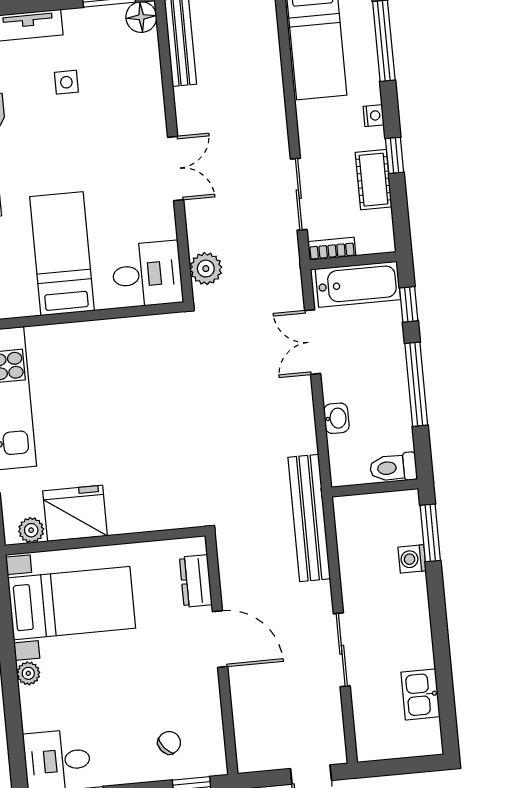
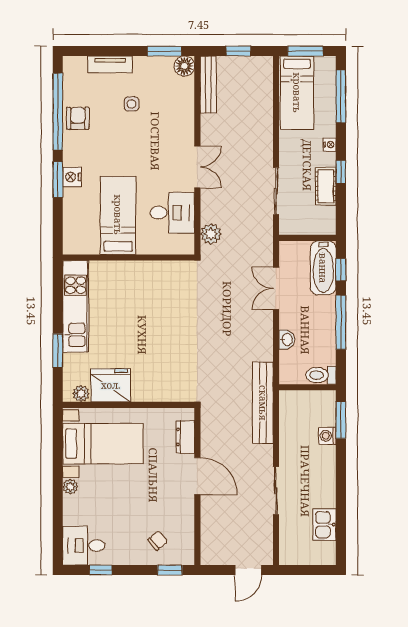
bookcase: (332, 249) -> (294, 229), removed
desk: (147, 274) -> (172, 213), moved
bathtub: (358, 284) -> (323, 268), moved, turned 90

